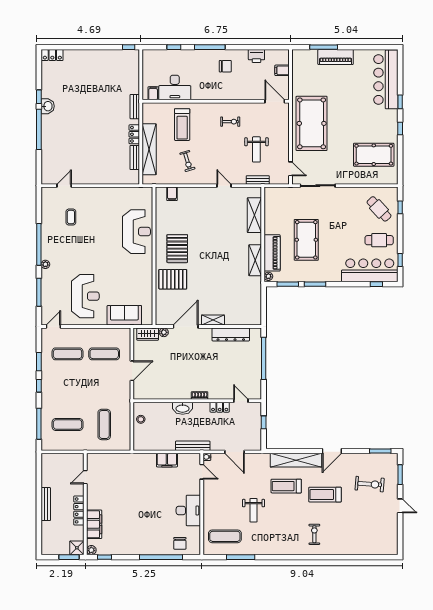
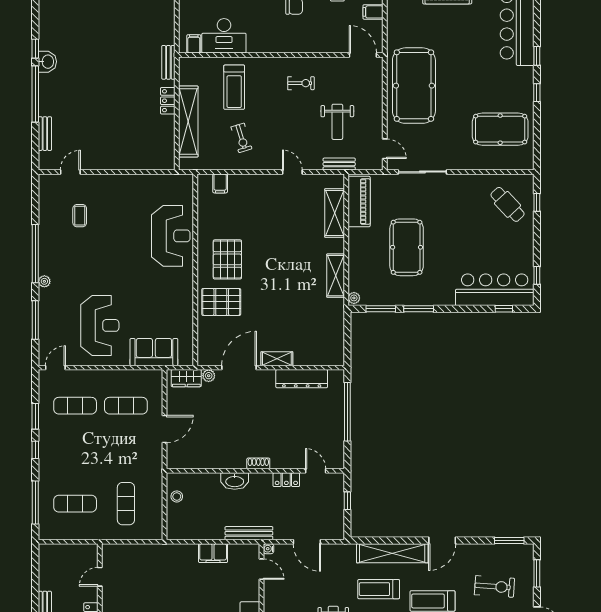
bench: (135, 157) -> (45, 134), moved
cafe table: (379, 240) -> (508, 248), removed
piano: (272, 253) -> (359, 202), moved

